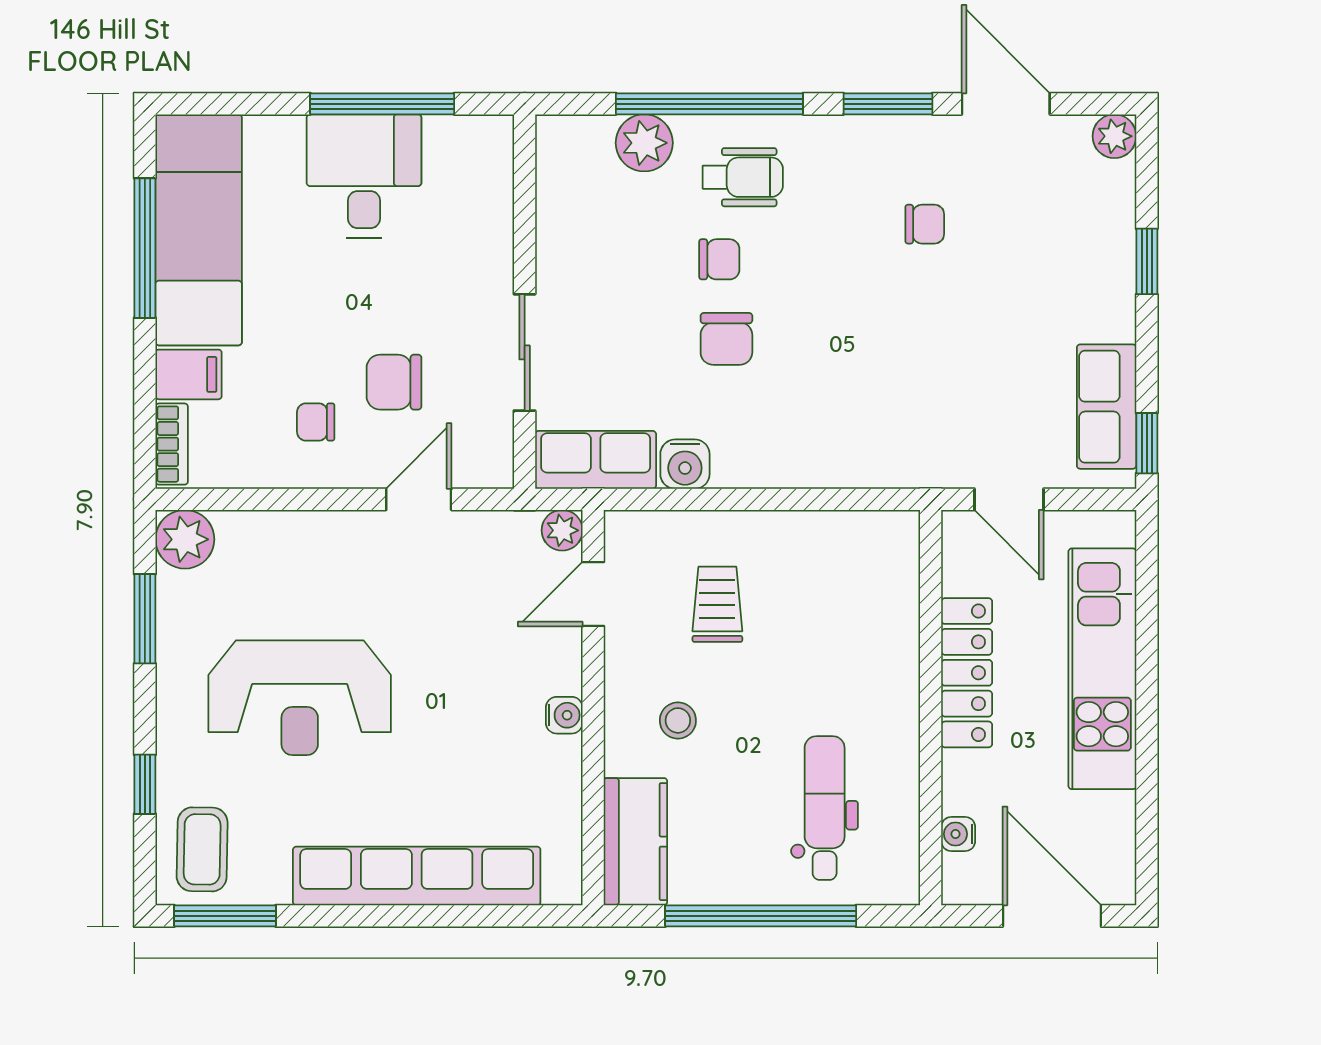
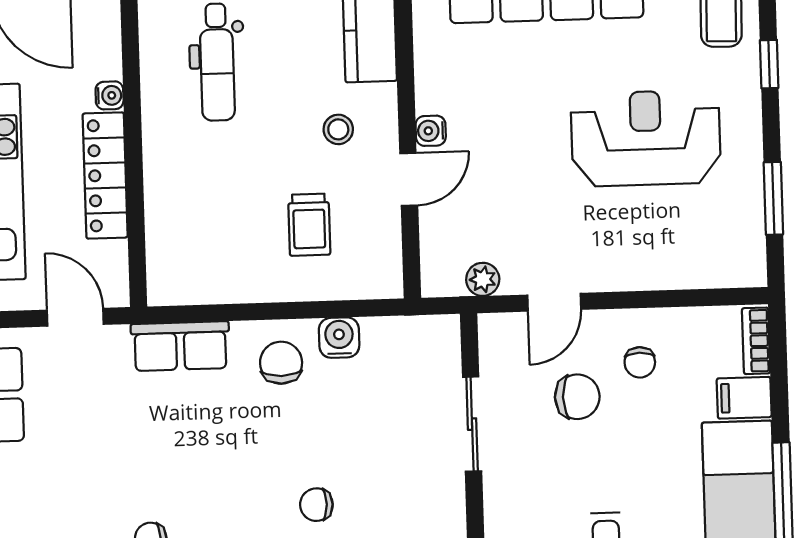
chair: (726, 339) -> (281, 363), moved
chair: (316, 422) -> (640, 362), turned 90
row of seats: (596, 460) -> (180, 346), moved
plant: (562, 530) -> (483, 279), moved
plant: (185, 539) -> (743, 264), removed
door: (593, 594) -> (409, 179), moved
water cooler: (958, 834) -> (110, 95), moved

